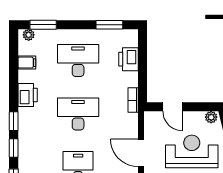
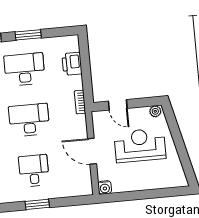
window: (109, 25) -> (28, 35), moved

